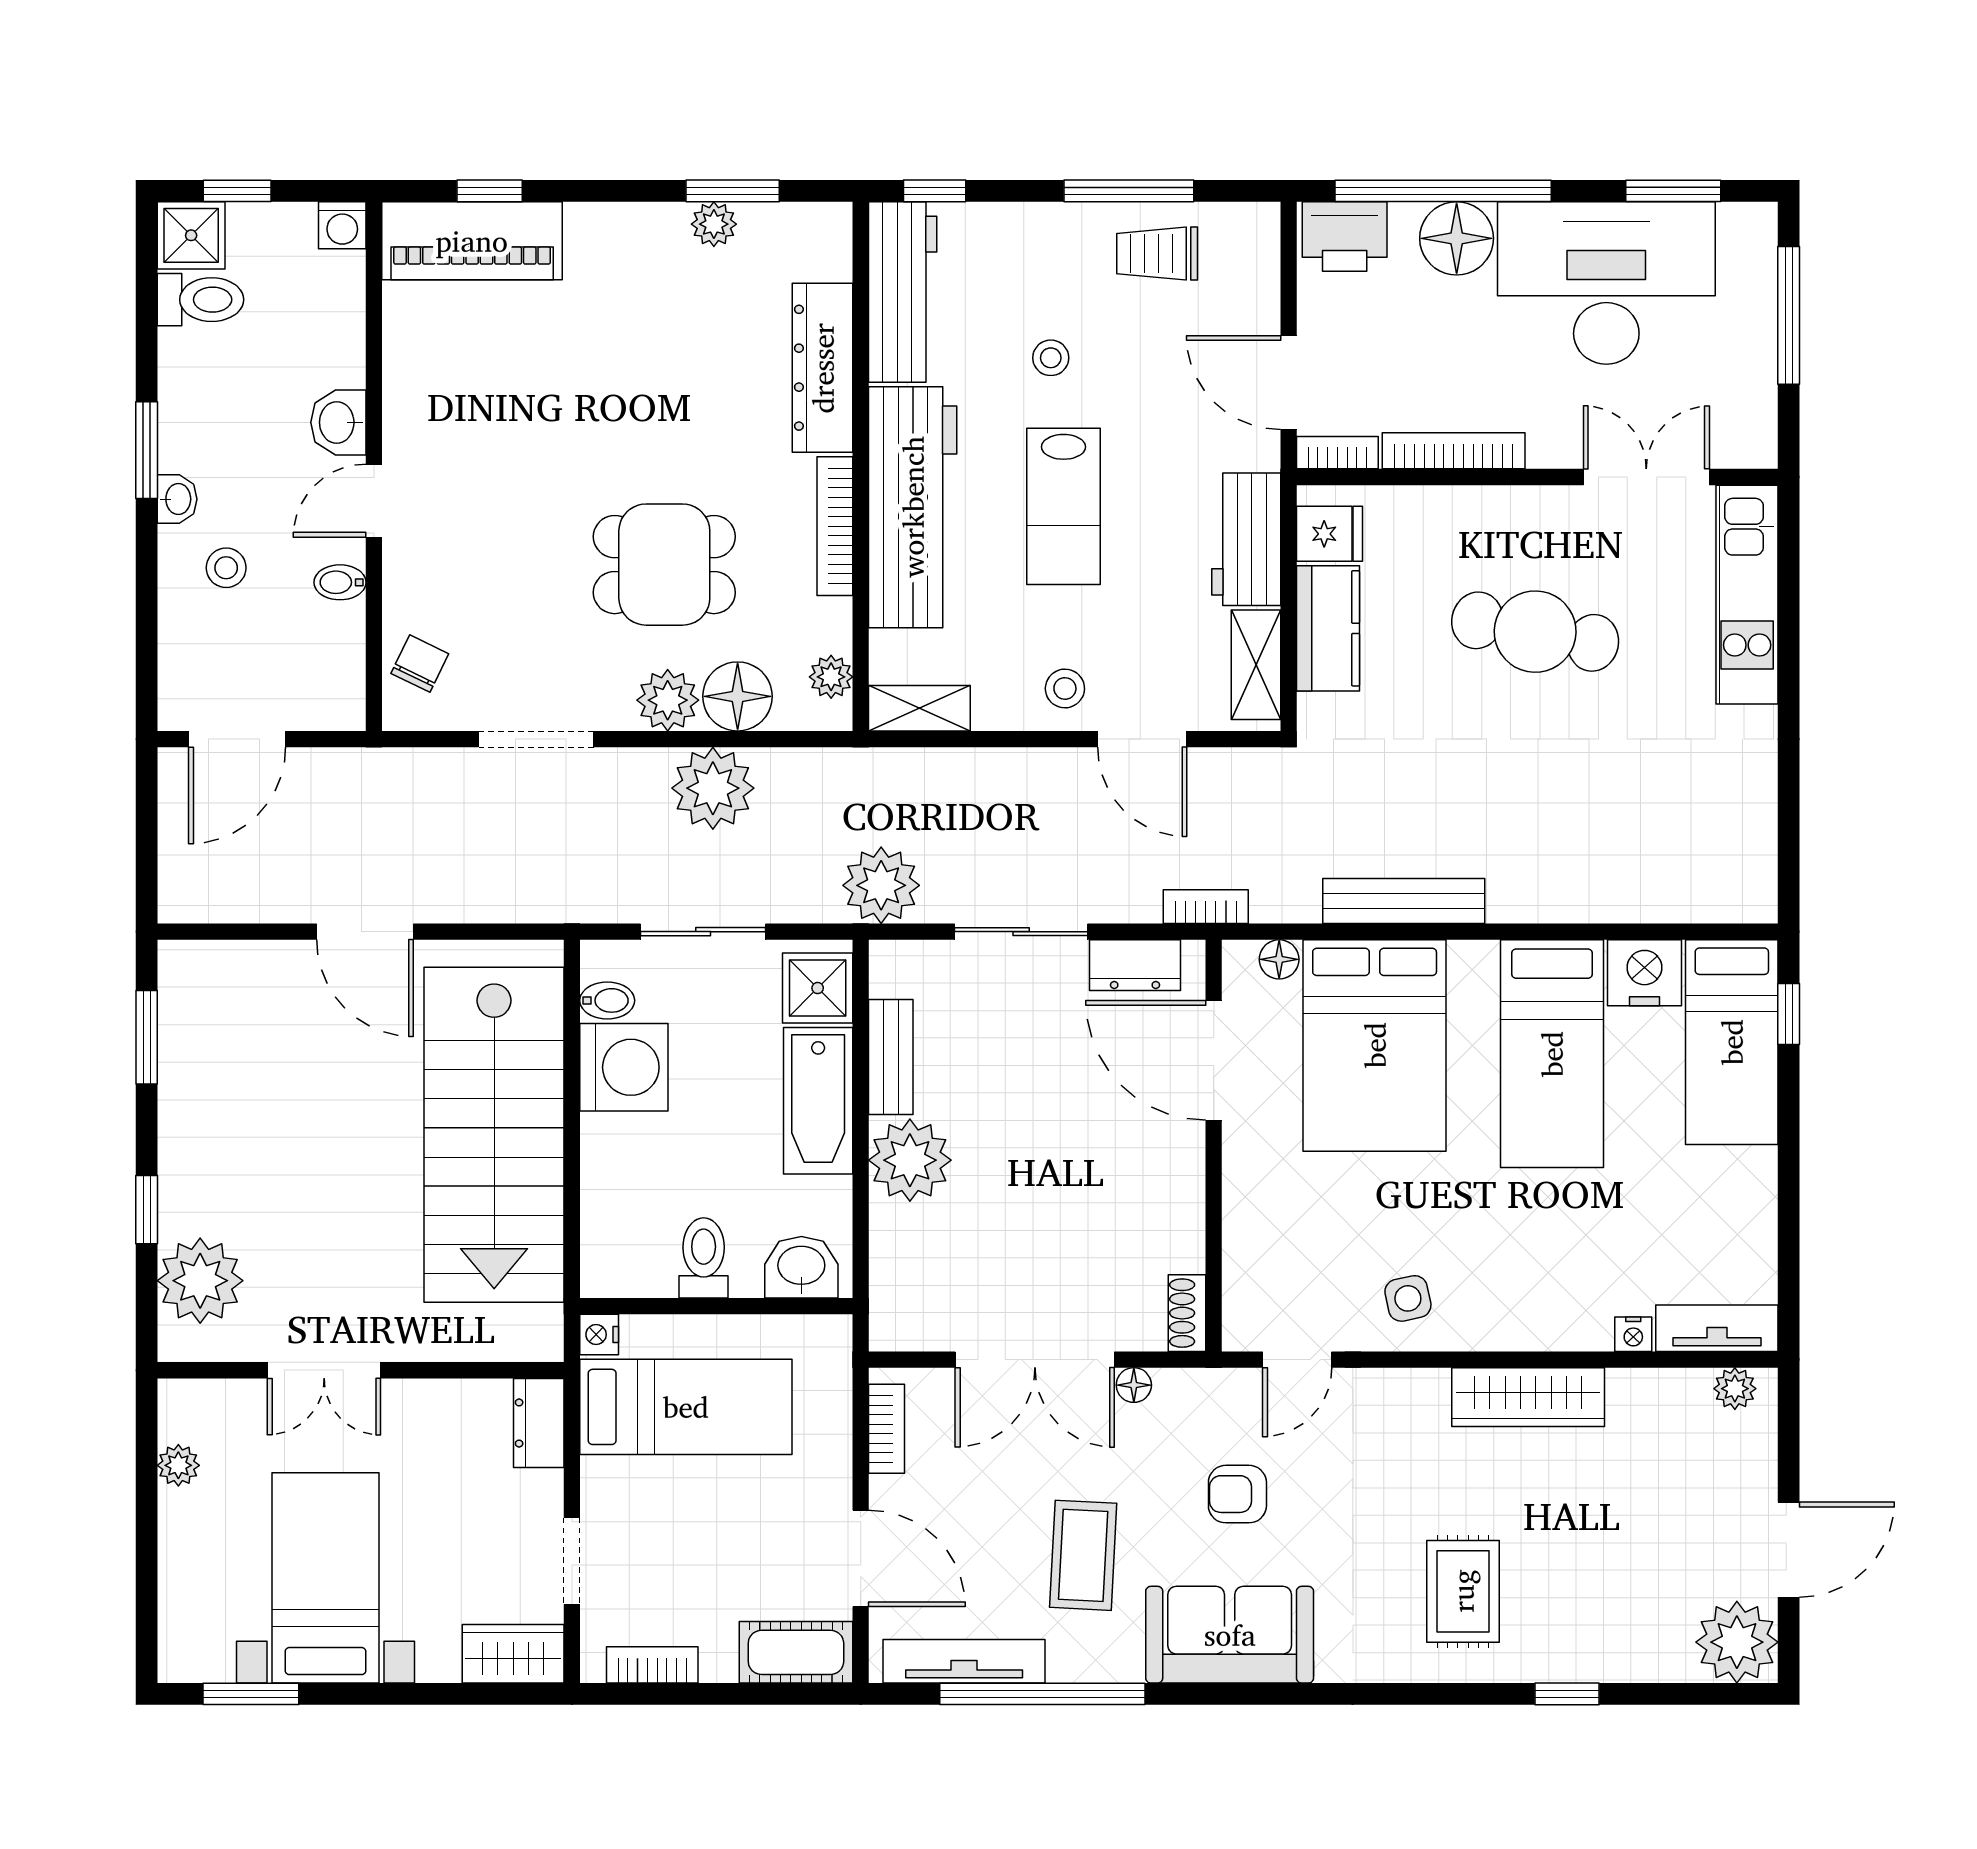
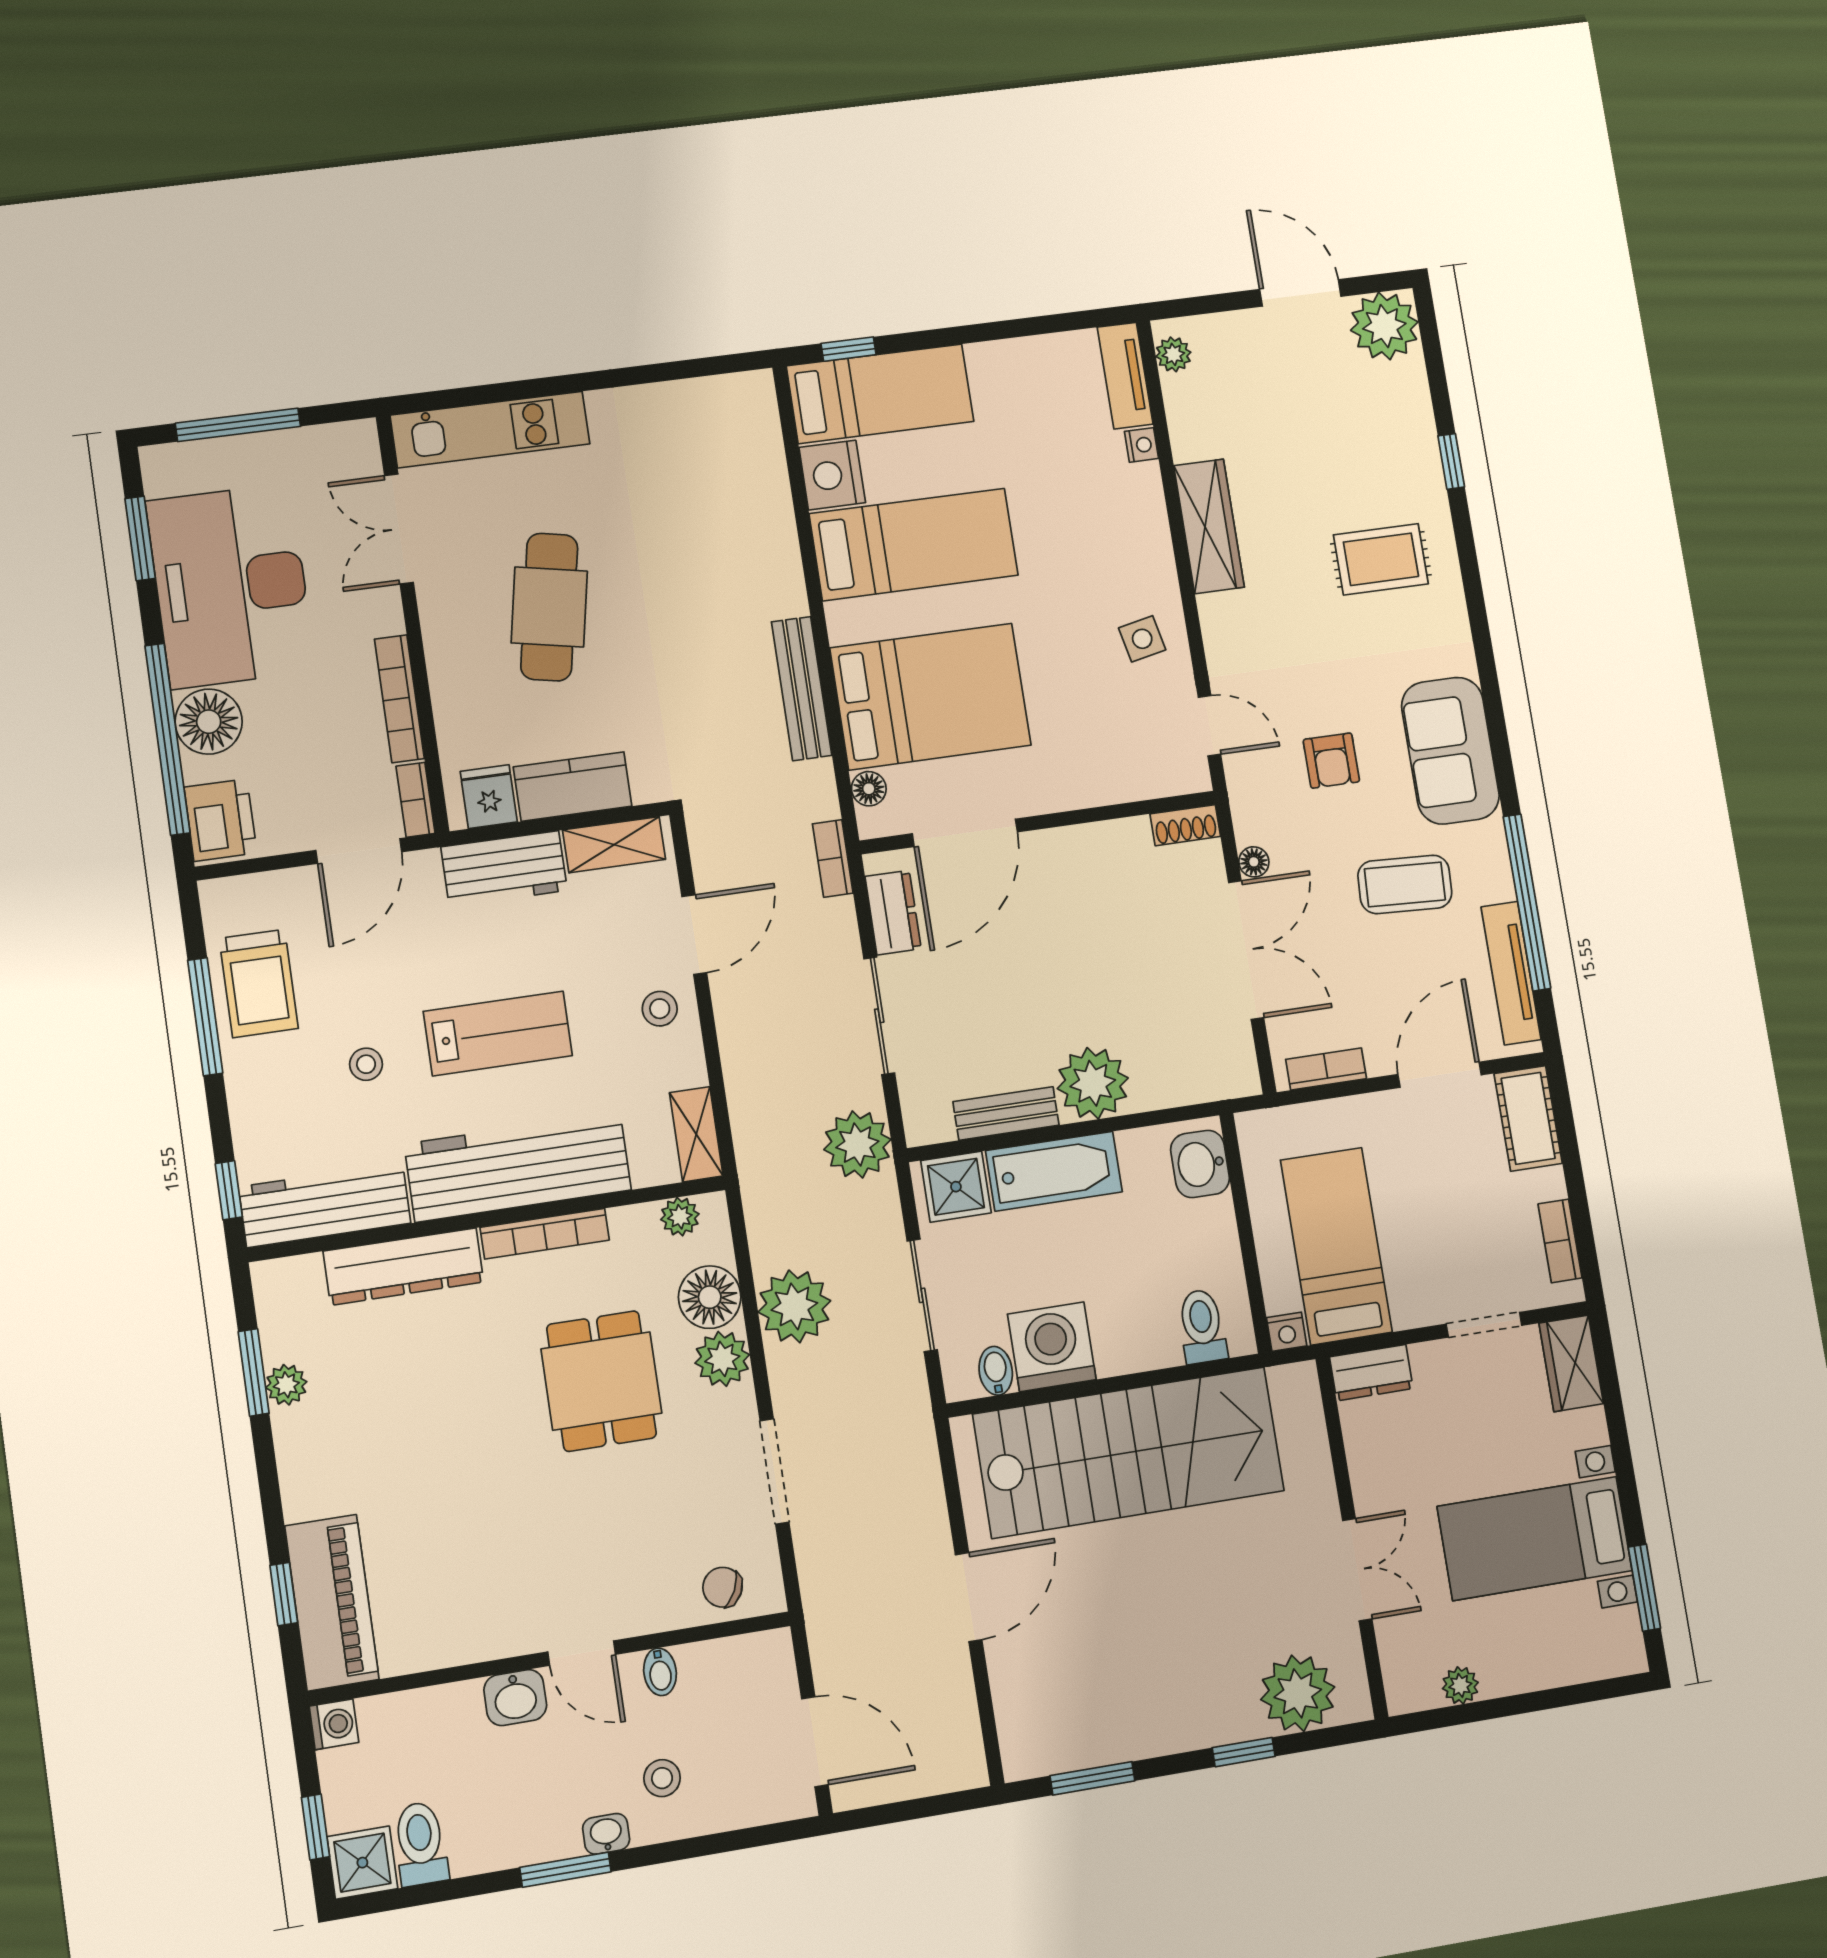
trolley: (1157, 254) -> (259, 983), width x1.36, depth x1.39
toilet: (704, 1258) -> (1202, 1326), moved, turned 90

